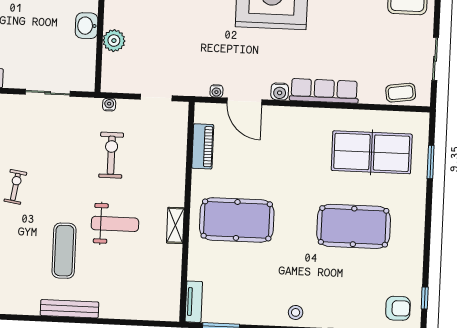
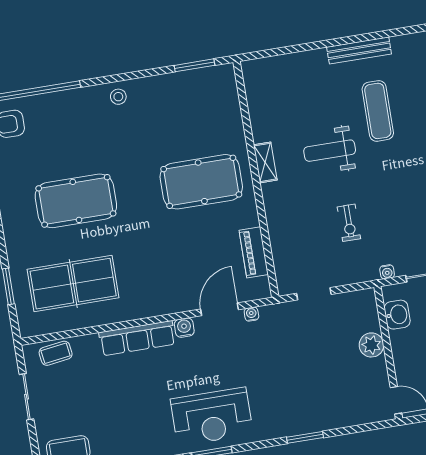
washbasin: (87, 26) -> (397, 315), moved
door: (244, 101) -> (219, 309), hinge flipped
water cooler: (109, 105) -> (387, 272), moved
exercise bike: (111, 155) -> (349, 223), width x0.73, depth x0.72
tv unit: (194, 302) -> (229, 86), removed

